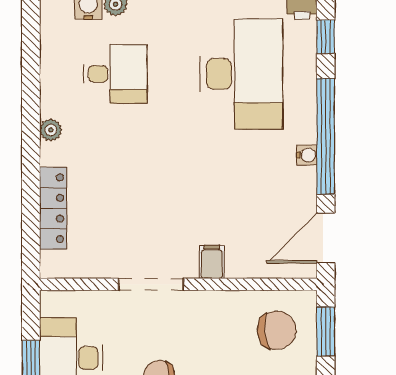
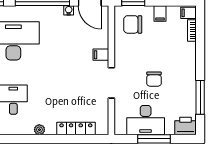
water cooler: (307, 155) -> (69, 10), moved
chair: (277, 330) -> (133, 24), turned -85

